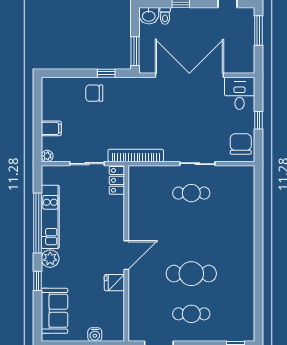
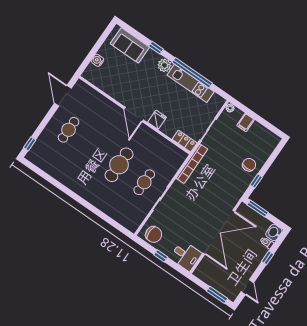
cafe table: (191, 274) -> (119, 165), moved
fridge: (114, 283) -> (157, 120), moved

